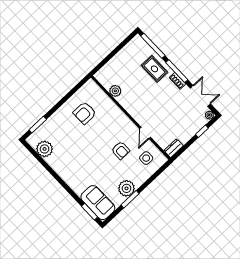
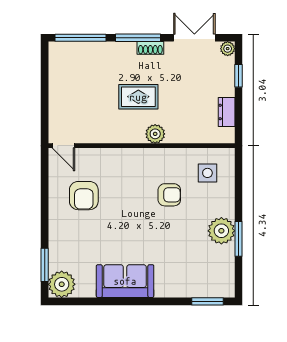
rug: (154, 69) -> (138, 97), moved
plant: (115, 91) -> (155, 134), moved
door: (145, 133) -> (63, 146), moved
dresser: (174, 148) -> (227, 112), moved
plant: (45, 149) -> (62, 284), moved
sofa: (98, 203) -> (125, 281), moved

